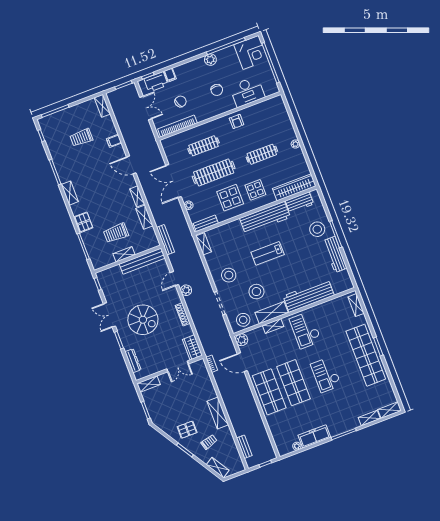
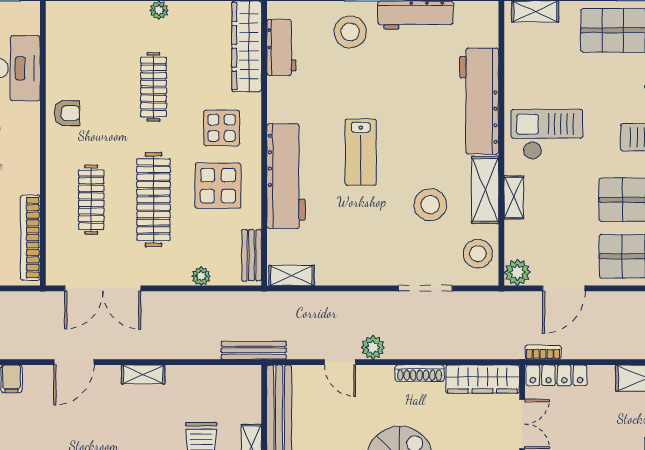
double door: (173, 181) -> (103, 288), moved
shelving: (144, 217) -> (191, 376), removed
workbench: (265, 218) -> (286, 176), moved
stool: (229, 275) -> (375, 249), removed
checkout: (305, 330) -> (547, 134), turned 180
wardrobe: (192, 347) -> (483, 379), width x1.50
locker: (204, 373) -> (556, 375), added

